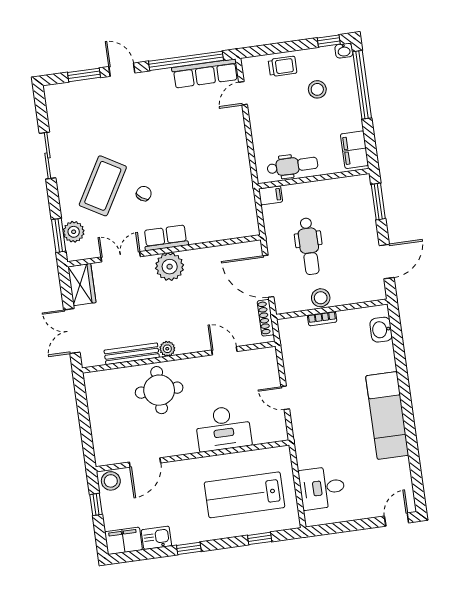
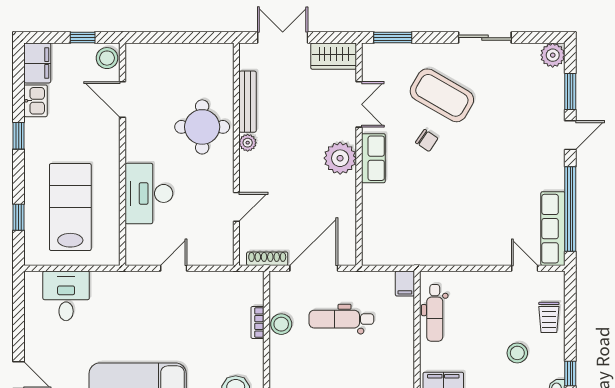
plant: (74, 232) -> (553, 55), moved

